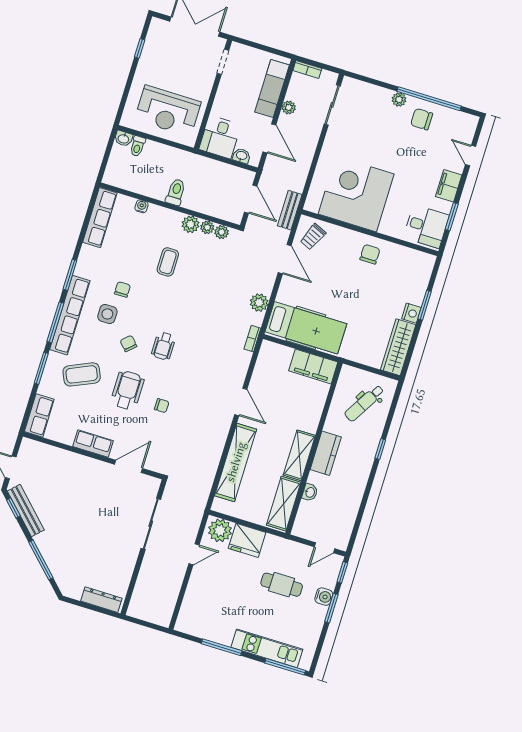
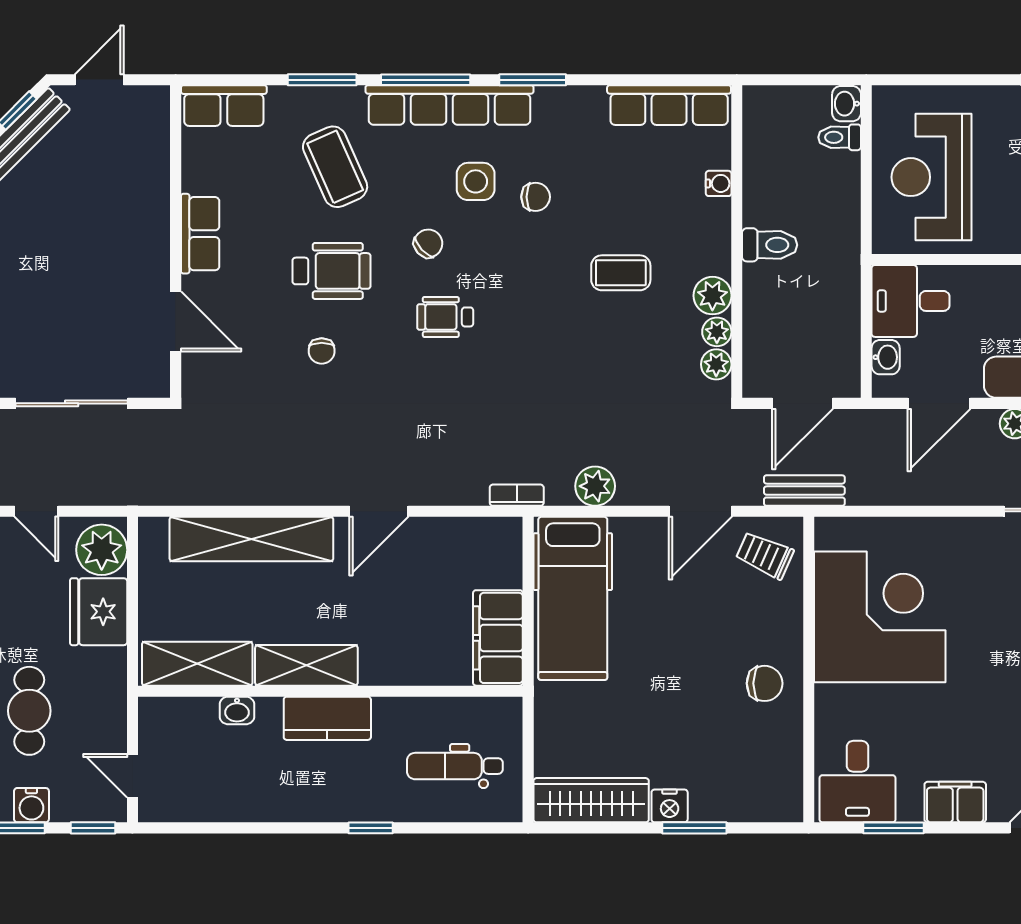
dental chair: (364, 403) -> (455, 766), turned -31

